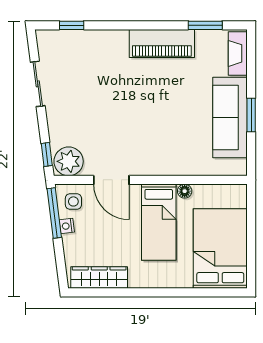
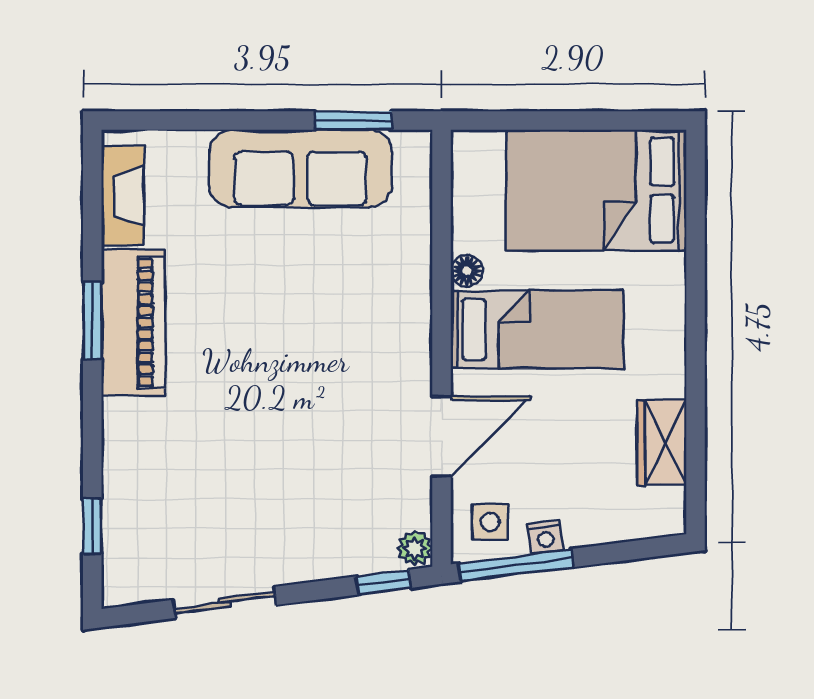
window: (205, 25) -> (92, 321), moved
fireplace: (238, 53) -> (123, 196), moved, turned -90
window: (251, 115) -> (353, 121), moved
plant: (69, 161) -> (415, 548), width x0.53, depth x0.53
wardrobe: (99, 277) -> (662, 442), width x0.67

